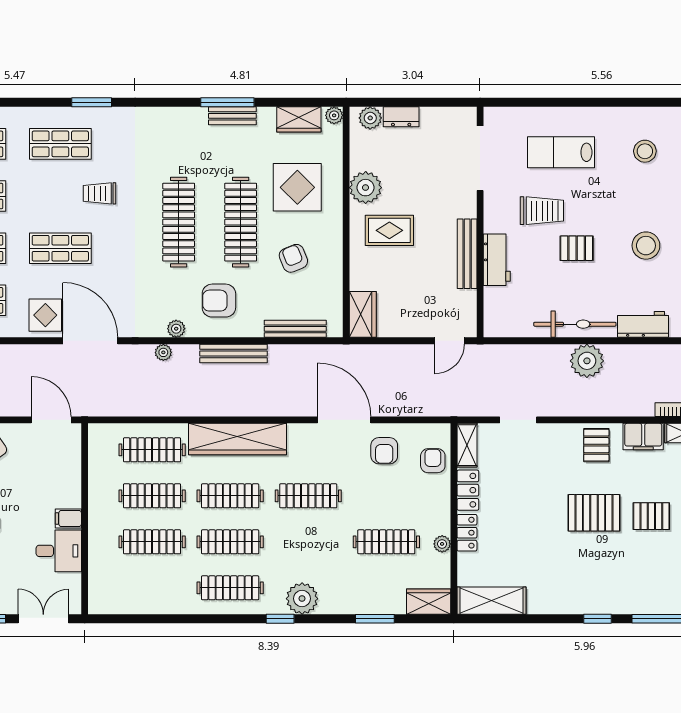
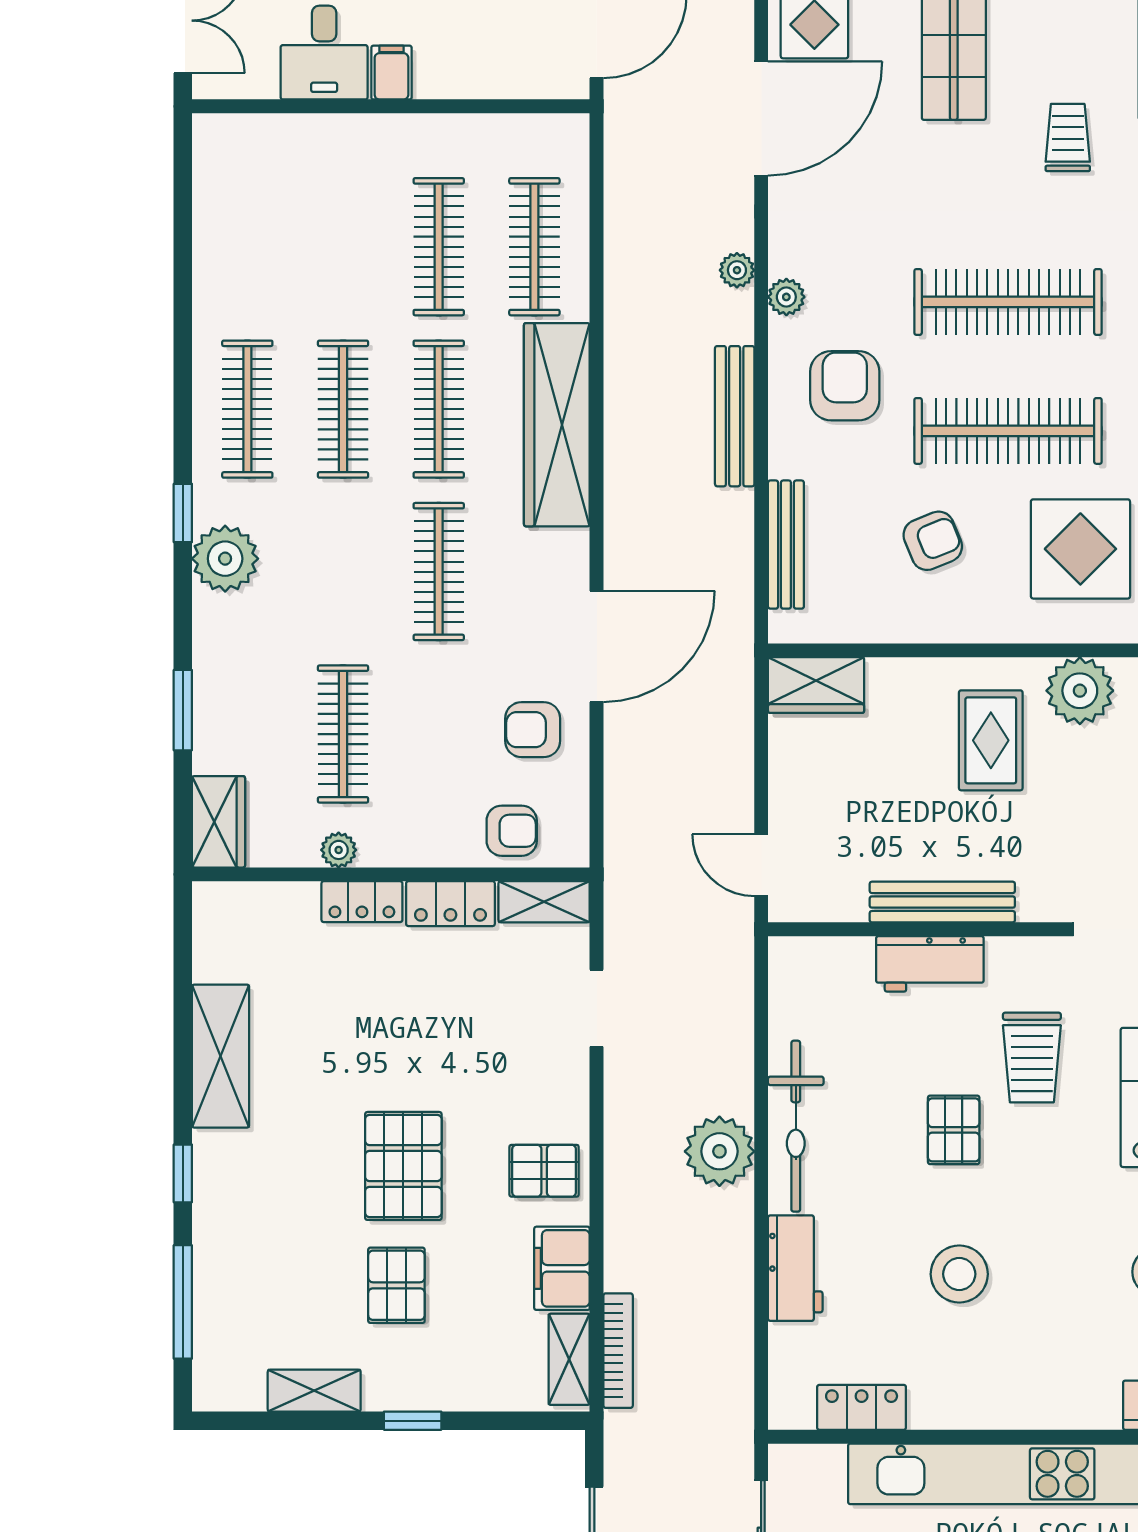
clothes rail: (152, 542) -> (343, 247), removed
shelving: (491, 601) -> (221, 1056), moved

